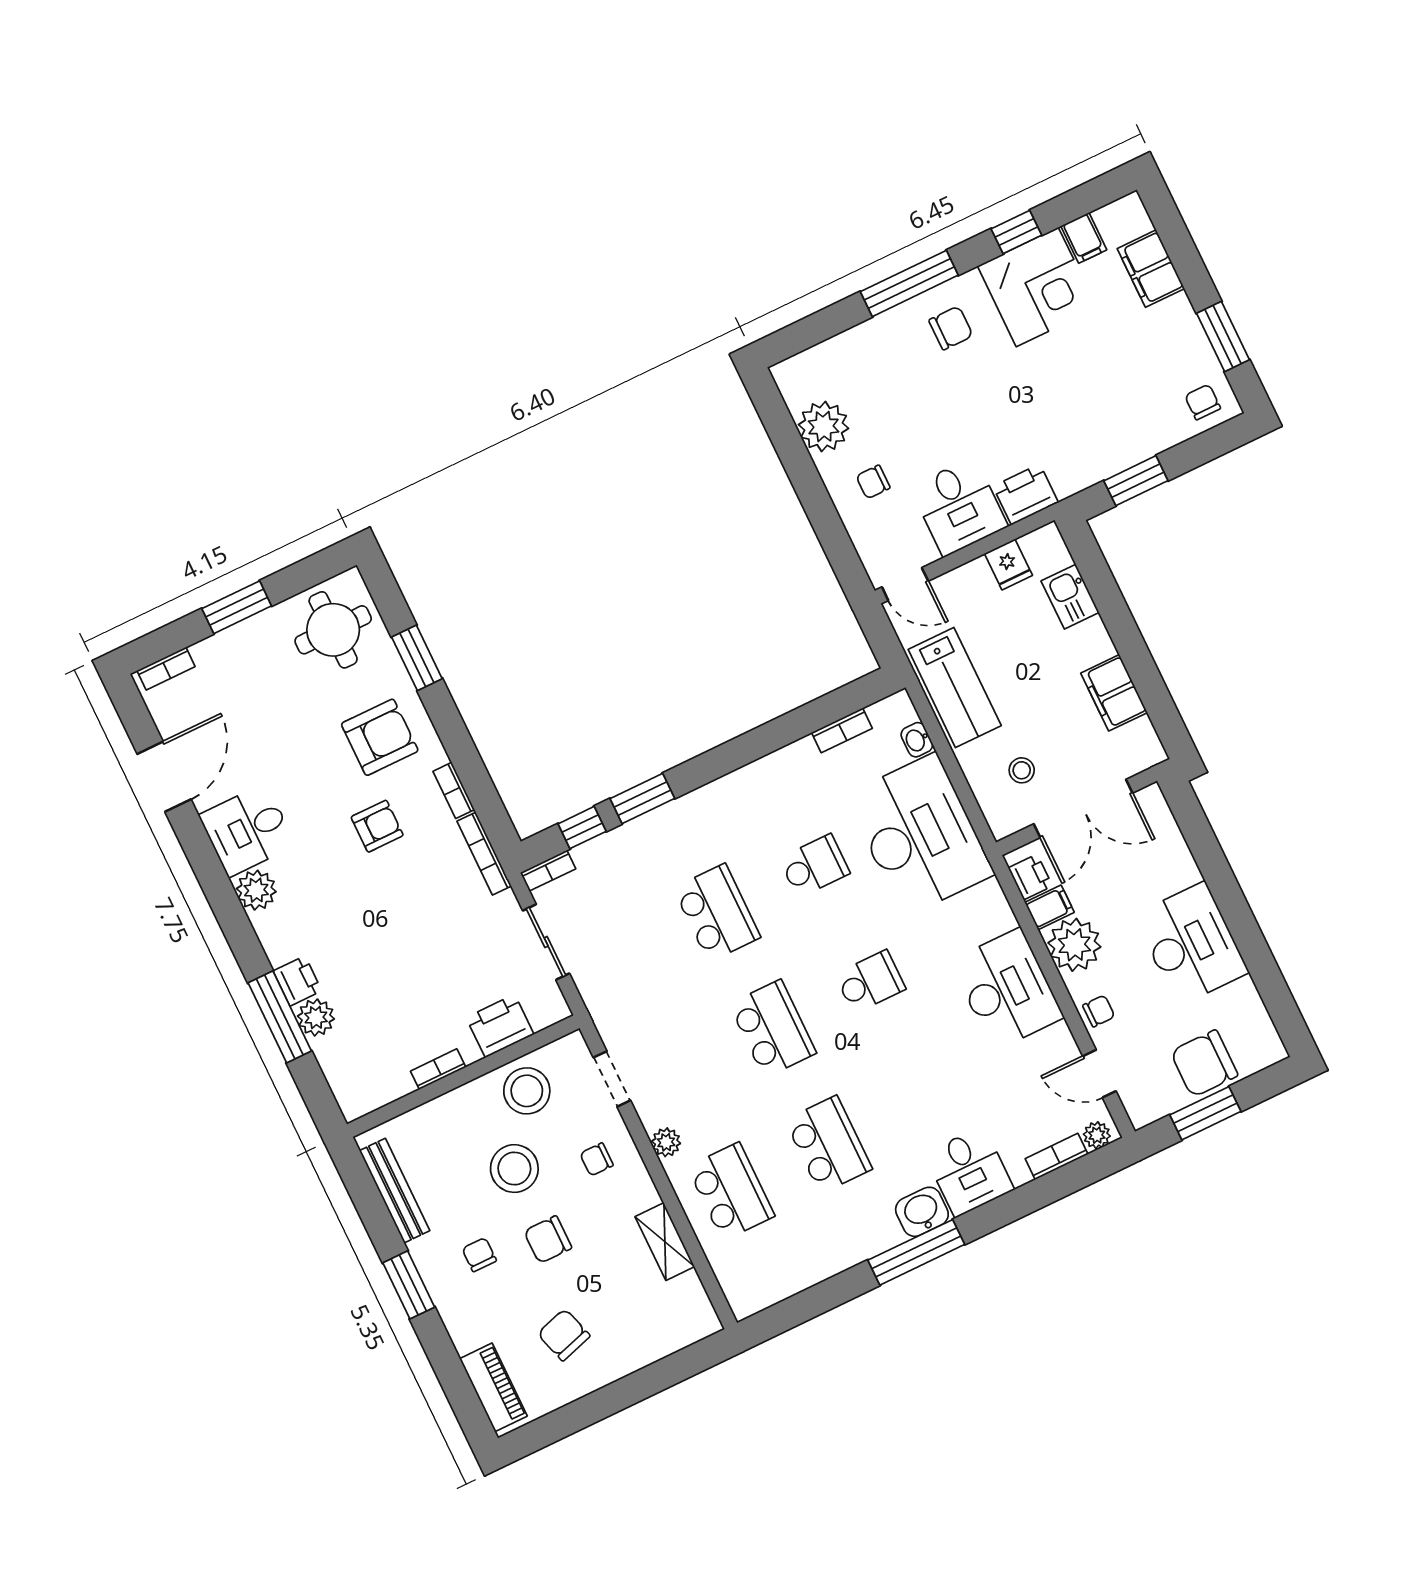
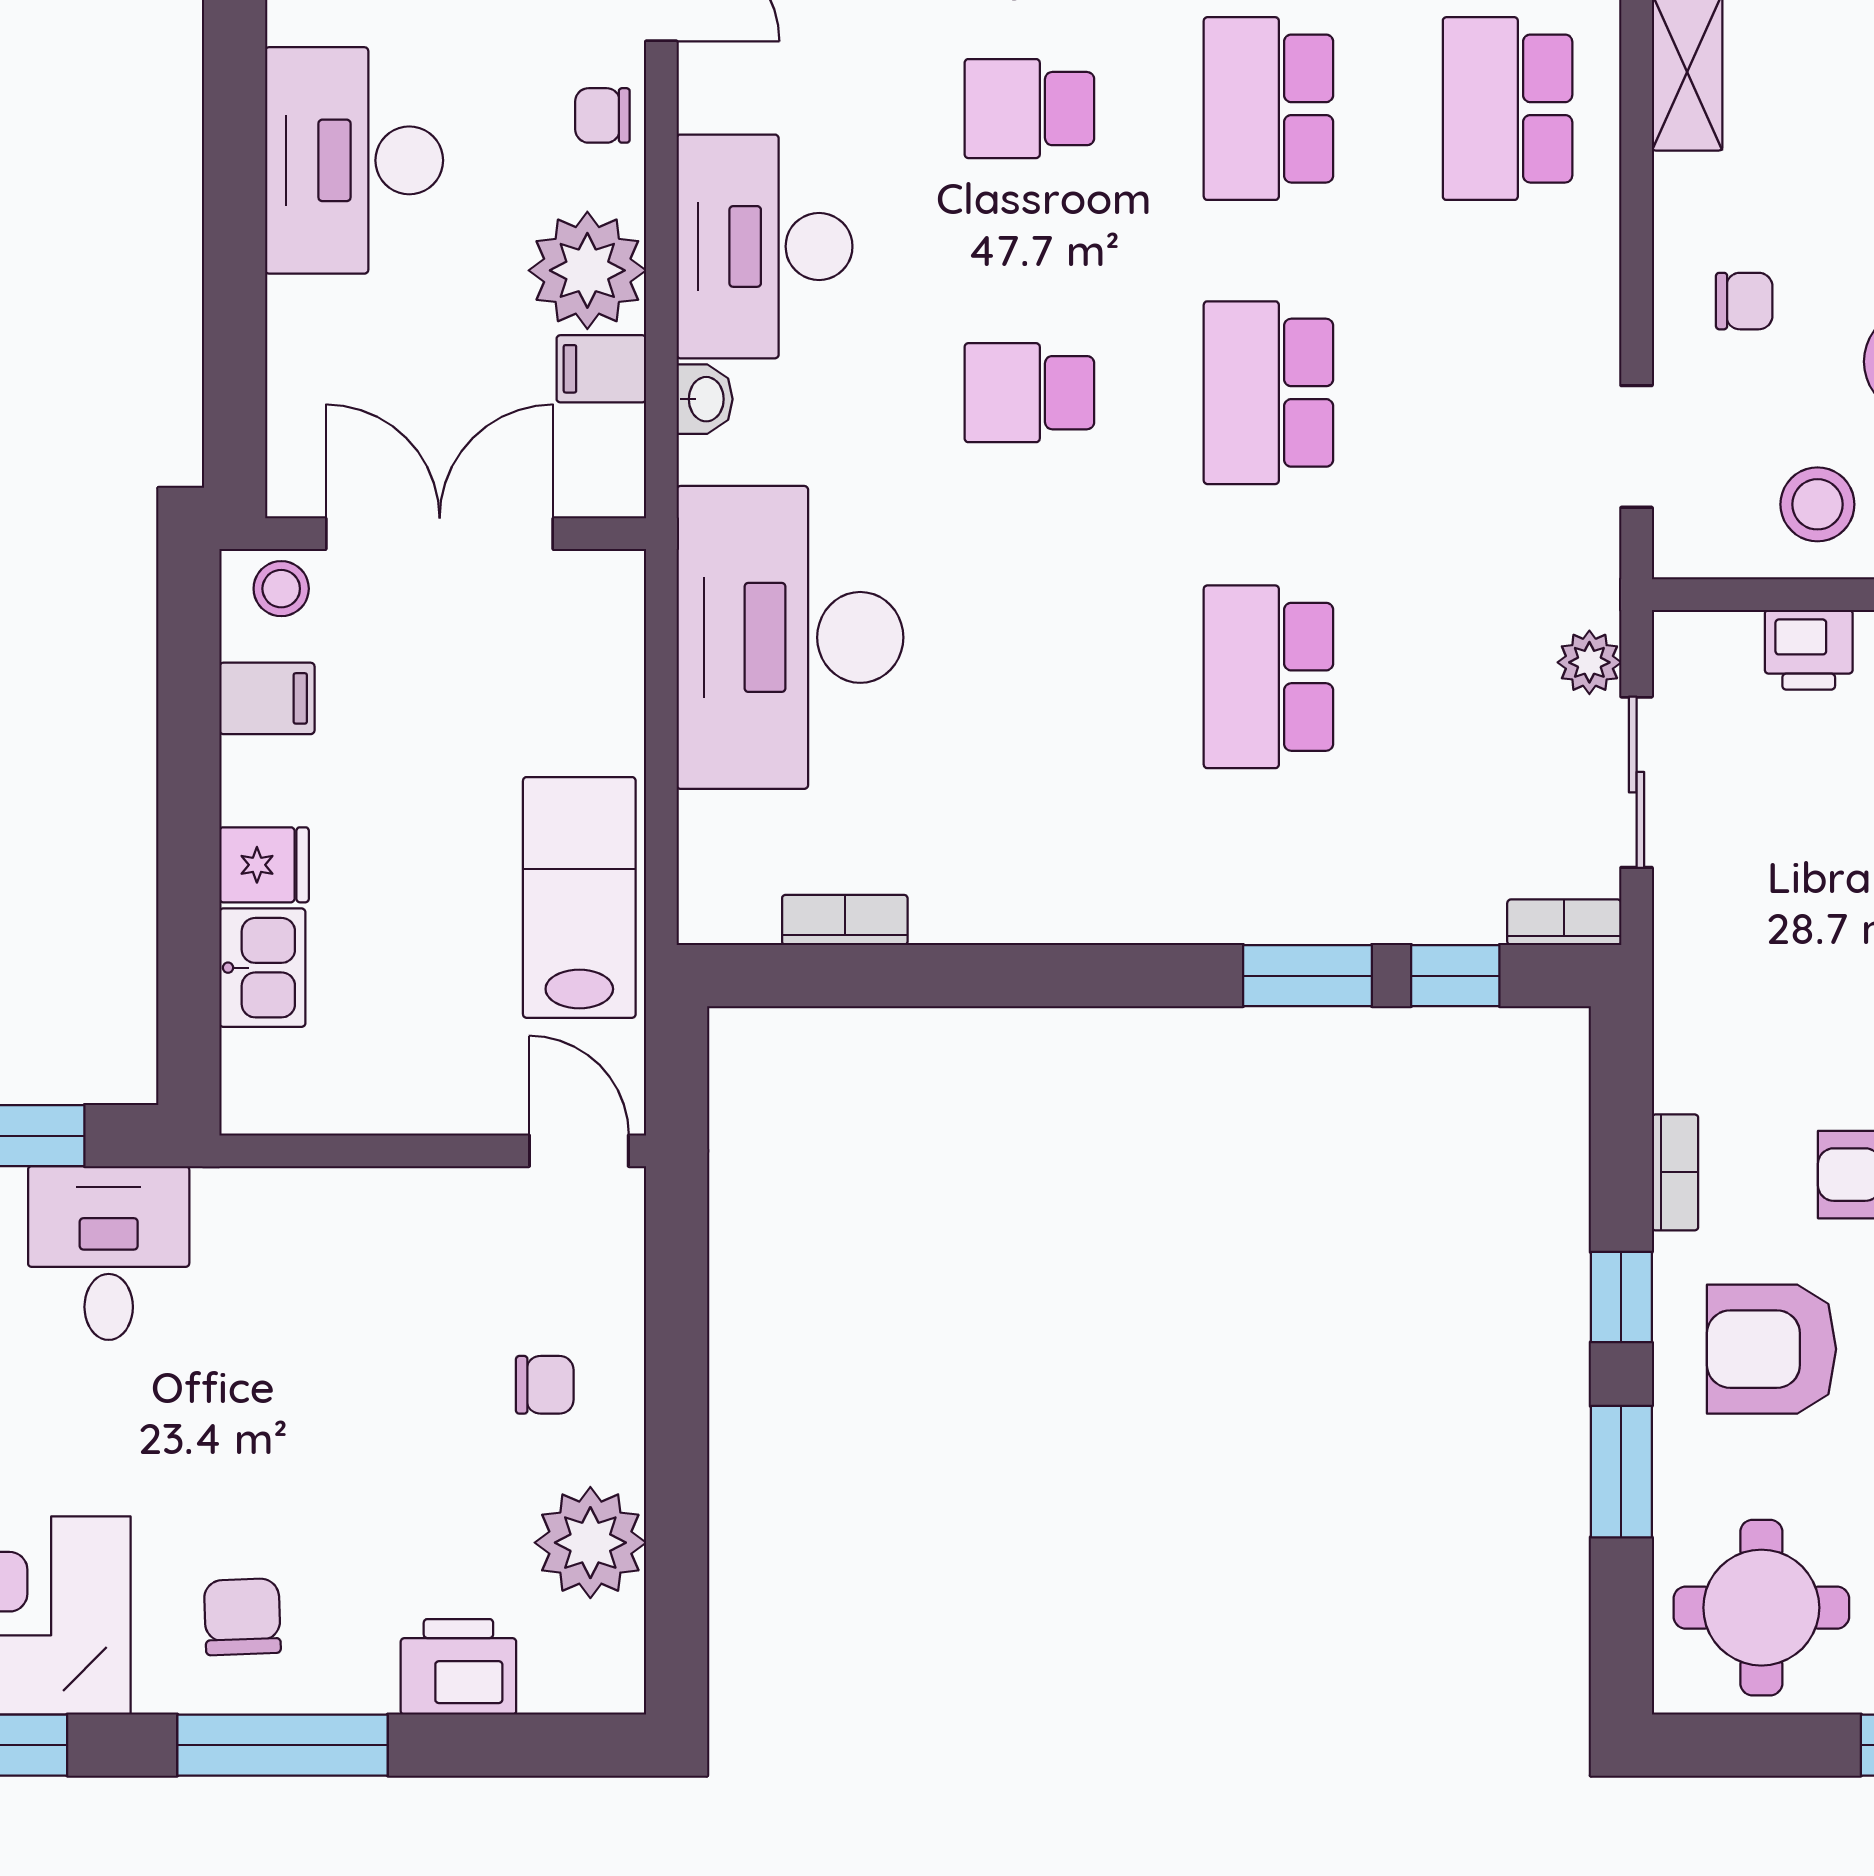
chair: (951, 328) -> (242, 1617), turned 88
printer: (1026, 494) -> (458, 1667), moved, turned 180
desk: (959, 507) -> (109, 1253), moved
fridge: (1008, 564) -> (264, 865), moved, turned 90
filing cabinet: (1114, 693) -> (267, 698), width x0.50
window: (451, 729) -> (1621, 1297), added
washbasin: (917, 740) -> (705, 399), moved
stool: (1022, 770) -> (281, 589), moved
bookcase: (484, 854) -> (1675, 1017), removed
school desk: (814, 866) -> (1029, 109), moved
printer: (1030, 877) -> (610, 448), removed
printer: (500, 1026) -> (1809, 650), width x0.73, depth x0.81
stool: (527, 1091) -> (1817, 504), width x0.73, depth x0.73
plant: (666, 1142) -> (1589, 662), moved

